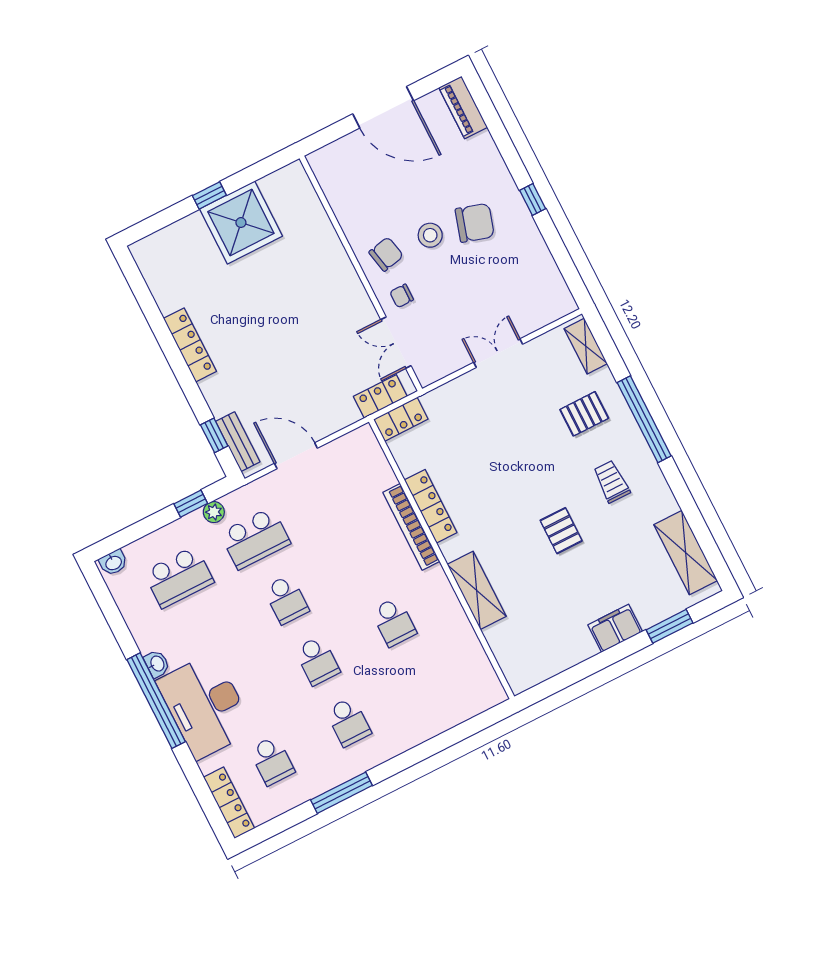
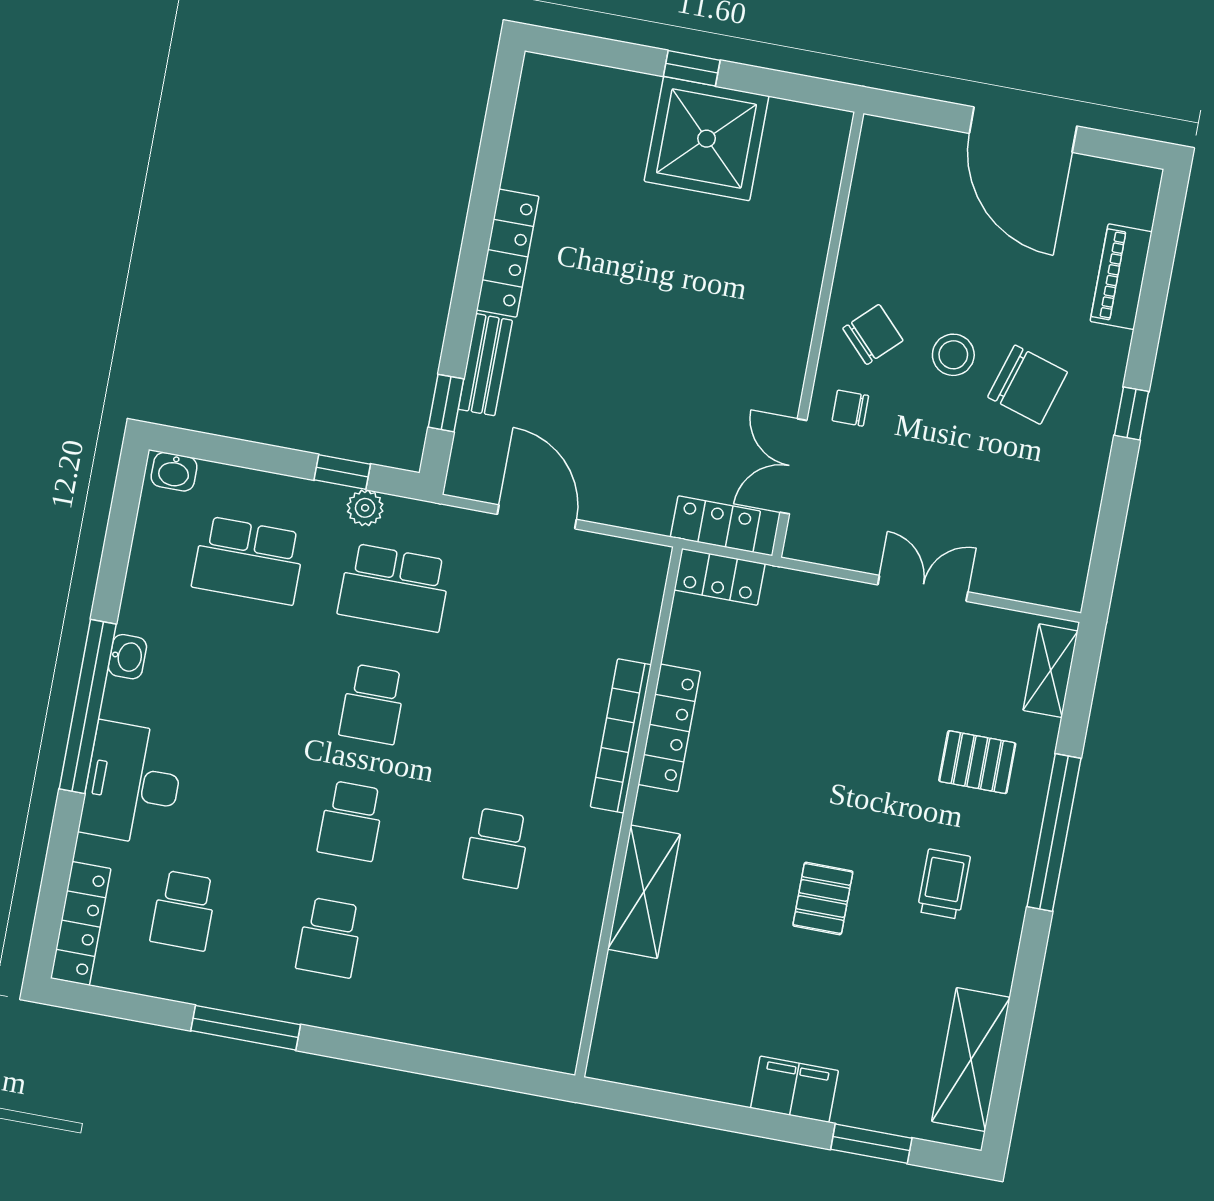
piano: (463, 107) -> (1121, 277), moved
chair: (386, 254) -> (873, 334), turned -32
bench: (238, 442) -> (485, 365), moved
desk: (205, 706) -> (132, 784), width x0.73, depth x0.77

